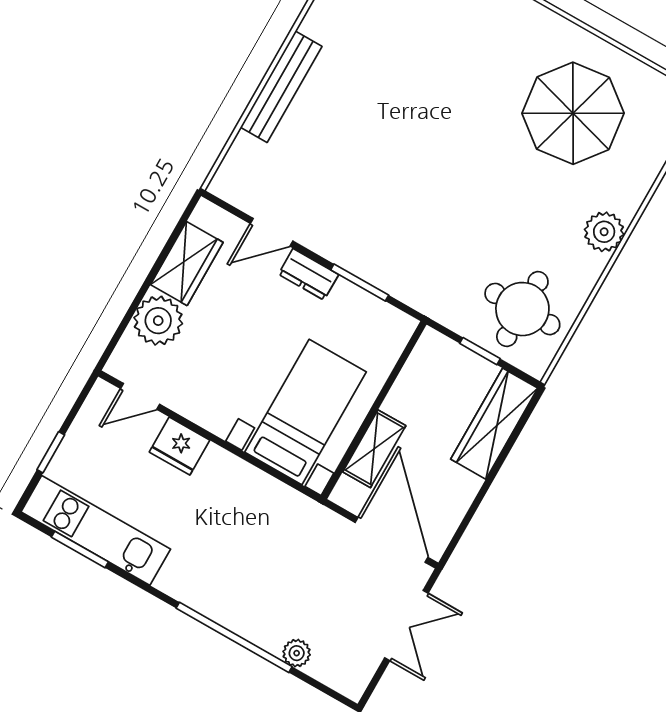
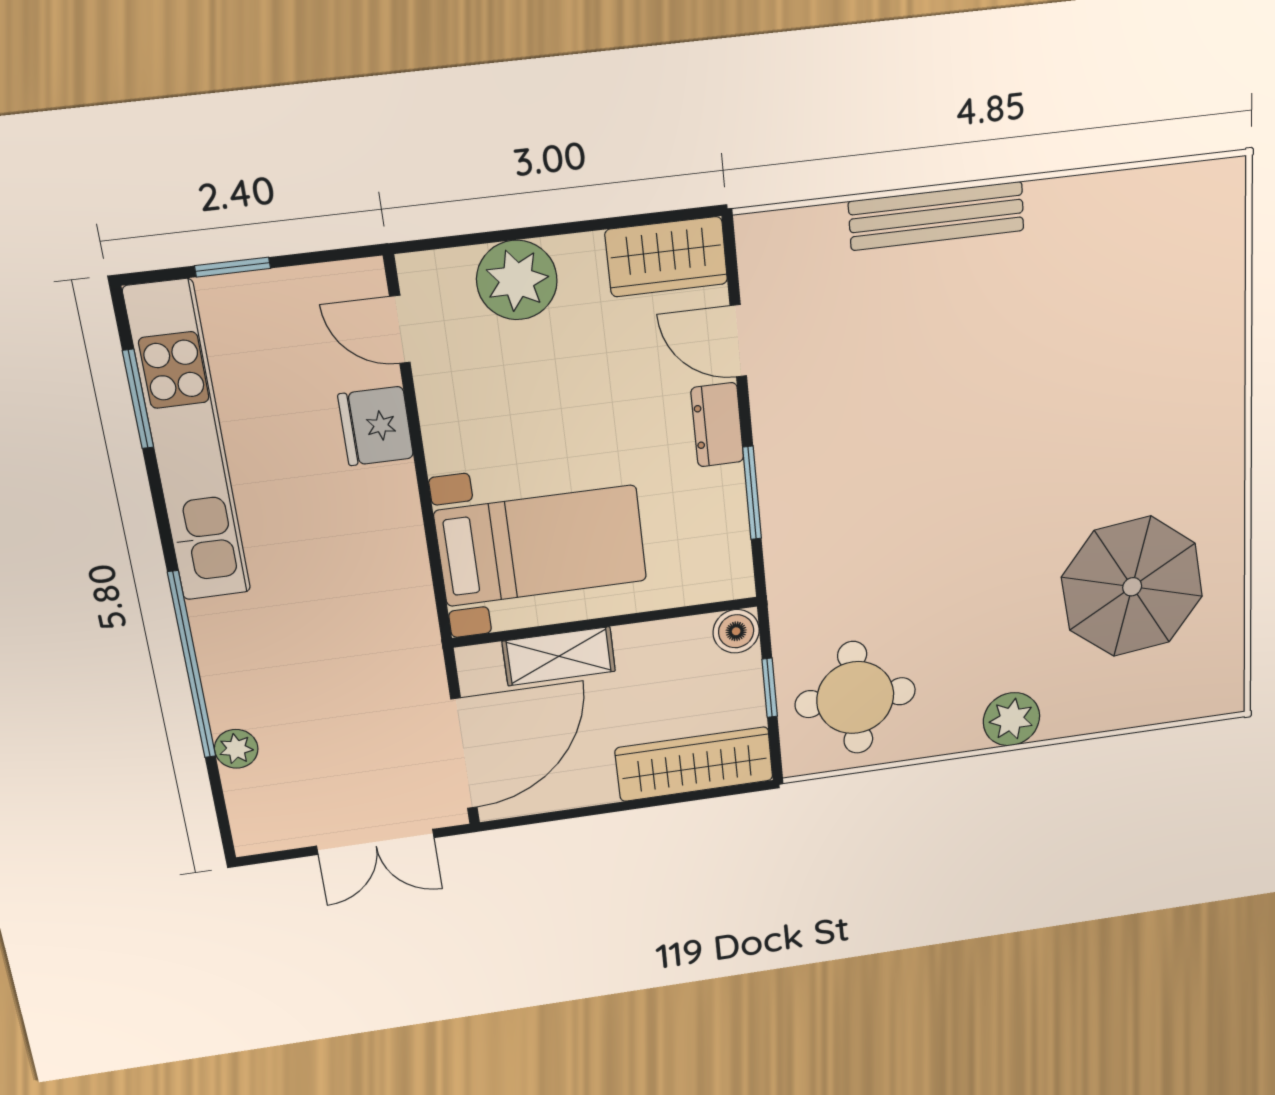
wardrobe: (187, 264) -> (666, 257), moved
boiler: (432, 346) -> (736, 631), added
kitchen unit: (96, 530) -> (188, 443), width x1.36

